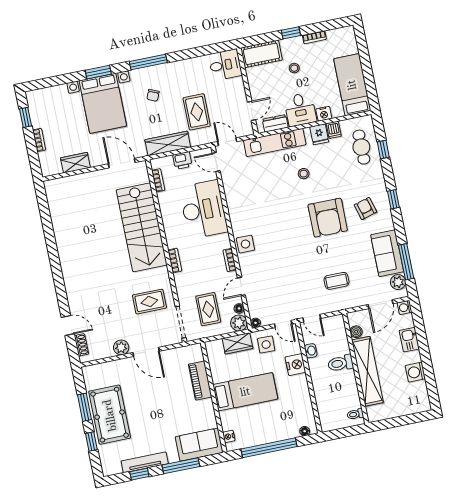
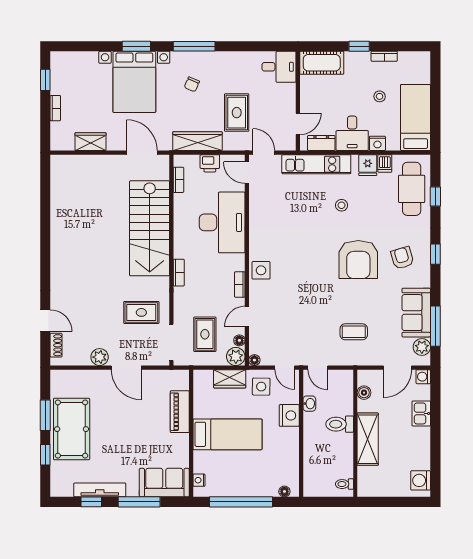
stool: (294, 68) -> (380, 96), moved
cafe table: (361, 147) -> (412, 189), width x1.37, depth x1.35
shelving: (367, 371) -> (368, 439), width x0.68
washing machine: (415, 372) -> (421, 480), moved

